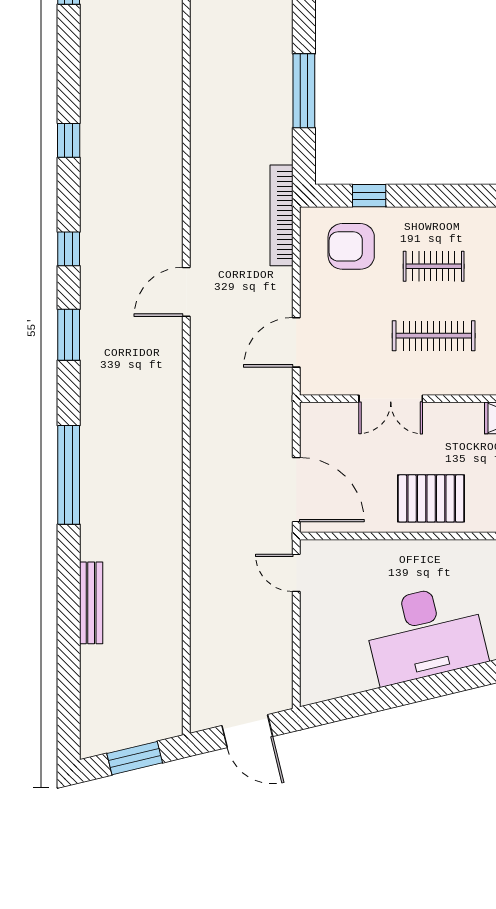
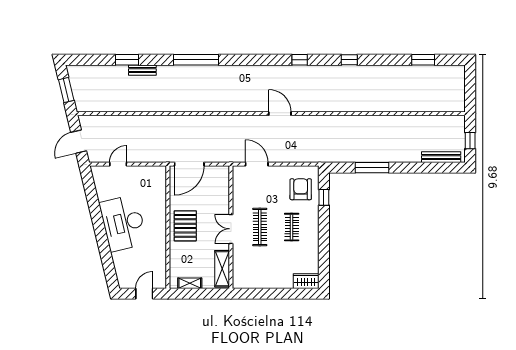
bookcase: (281, 215) -> (315, 157), removed
window: (69, 335) -> (127, 60), moved
double door: (391, 399) -> (231, 229), moved
door: (296, 573) -> (118, 164), moved
bench: (91, 603) -> (142, 70), width x0.73

